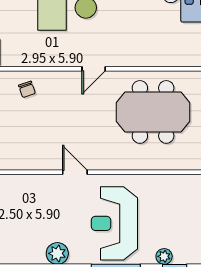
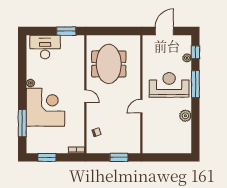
reception desk: (114, 223) -> (169, 85), turned 180

